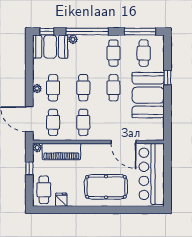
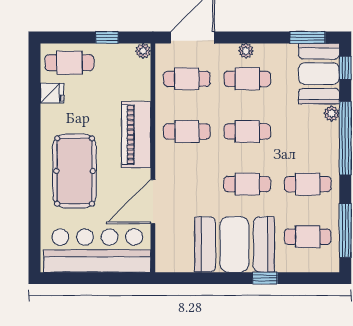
window: (29, 53) -> (308, 37), added
piano: (61, 152) -> (136, 135), moved

